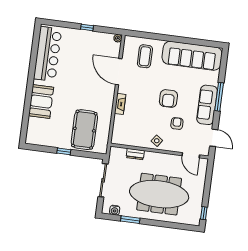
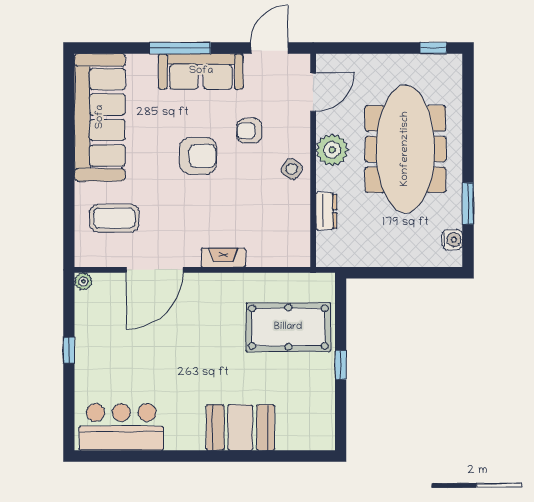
bar counter: (48, 54) -> (121, 427), width x0.73
plant: (163, 160) -> (332, 150), added
sliding door: (103, 180) -> (391, 273), removed

